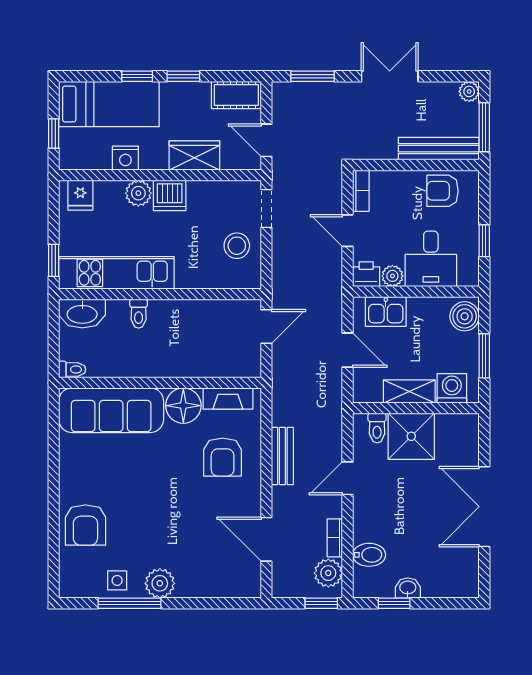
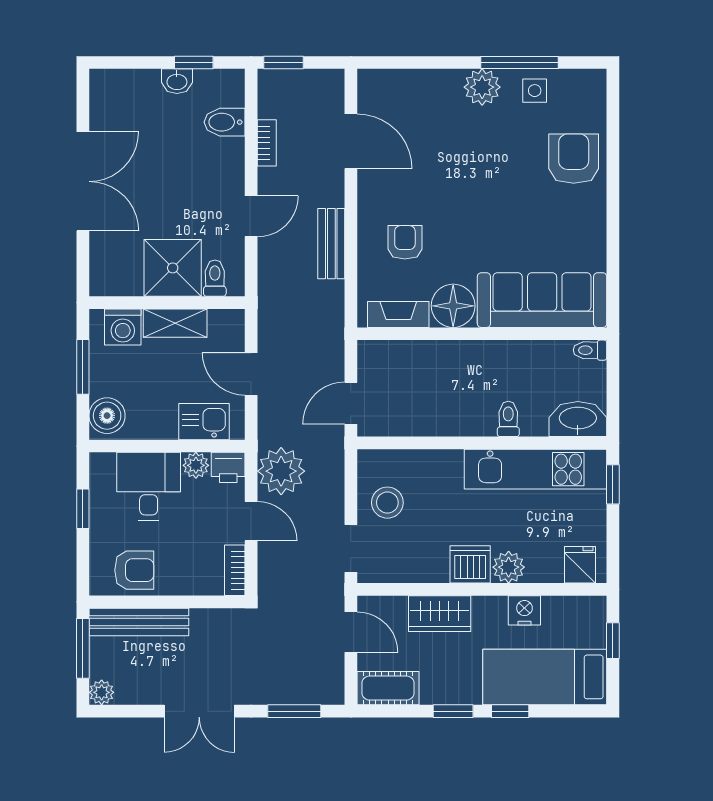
armchair: (223, 457) -> (405, 242), width x0.72, depth x0.72
plant: (328, 573) -> (281, 471), moved, width x1.36, depth x1.36

